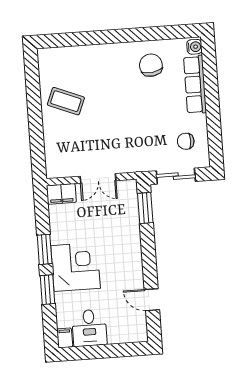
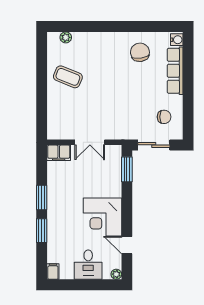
plant: (60, 54) -> (66, 37), added
chair: (186, 141) -> (164, 117), turned 180
corner desk: (76, 267) -> (102, 217), moved, turned 180
desk: (89, 328) -> (88, 265), moved
plant: (142, 336) -> (116, 274), added

